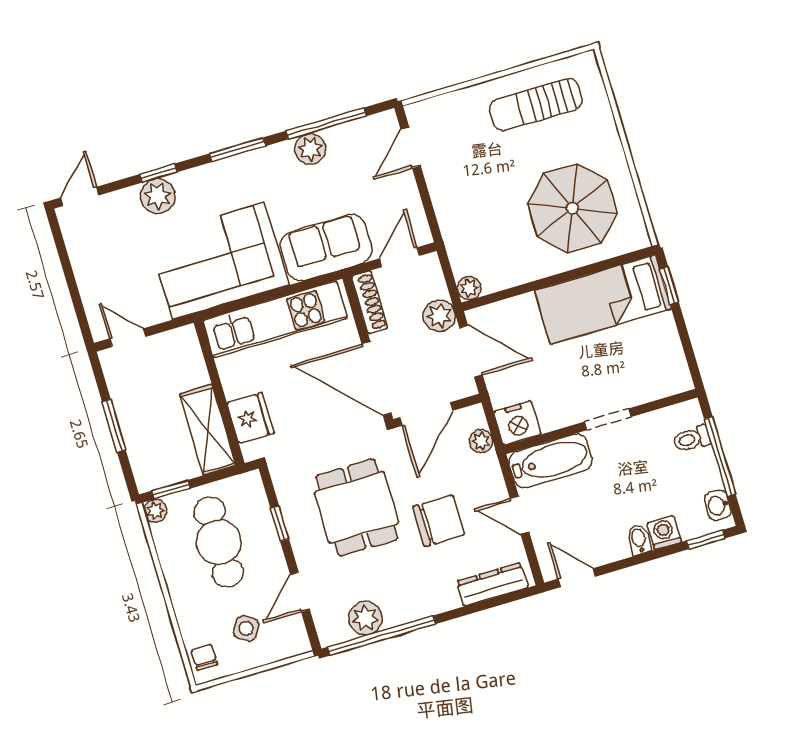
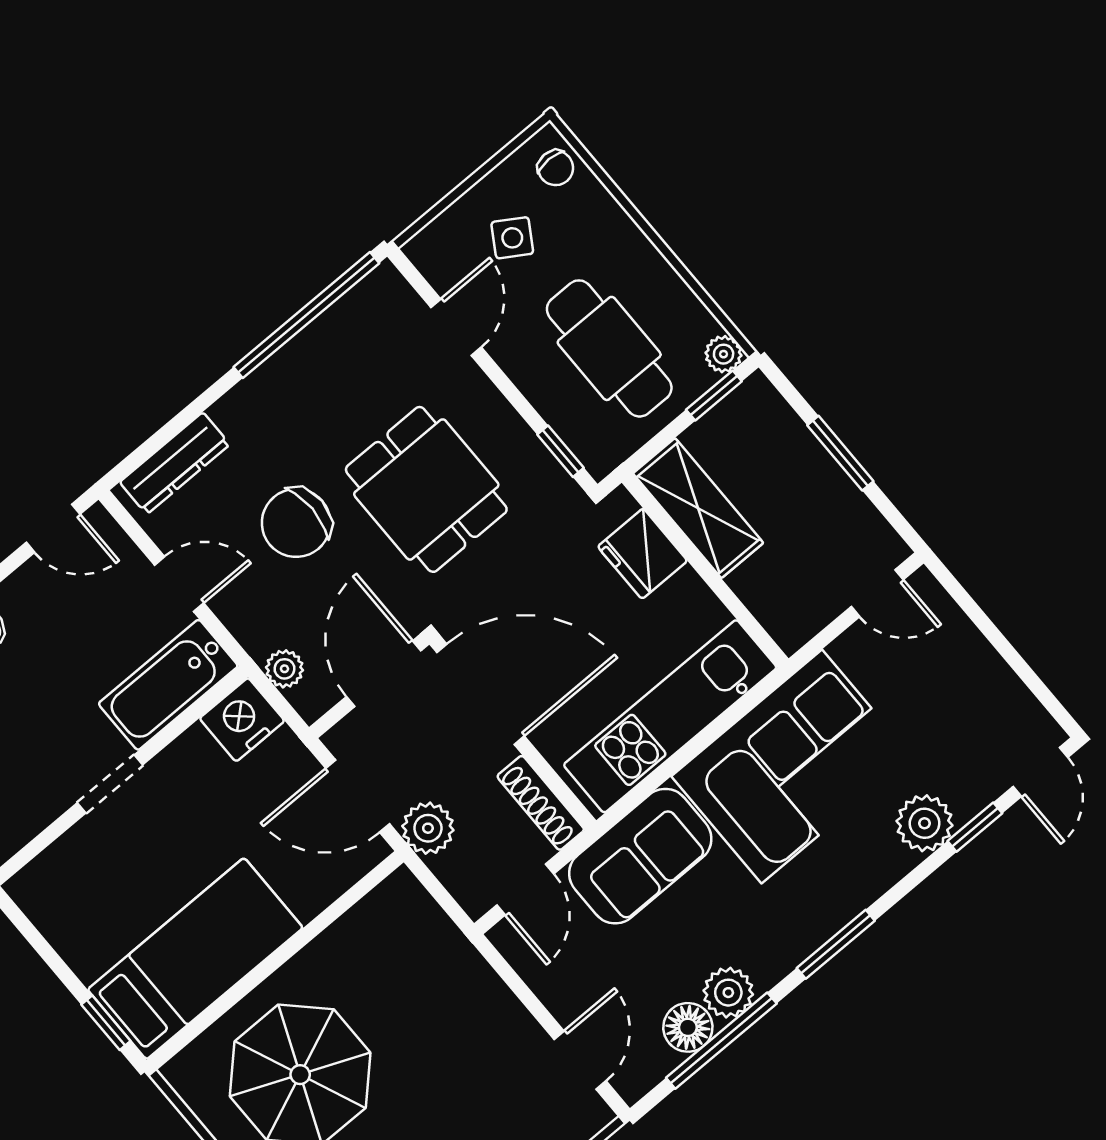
floor lamp: (342, 139) -> (688, 1027), added
window: (158, 173) -> (975, 827), moved
plant: (469, 288) -> (402, 889), removed
window: (280, 524) -> (560, 451), moved
plant: (365, 618) -> (341, 330), removed

